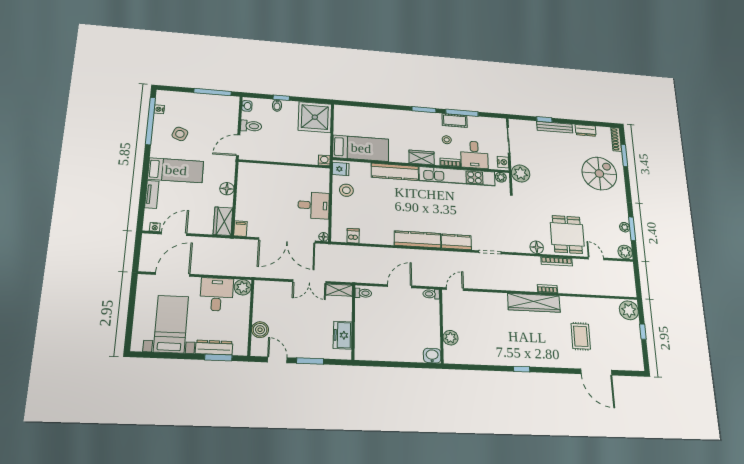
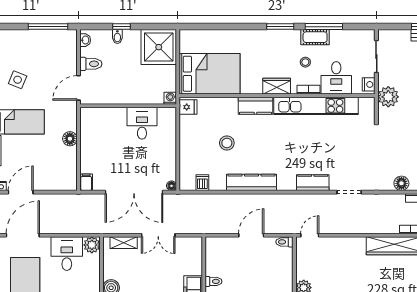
bed: (361, 148) -> (210, 74), width x1.50
kitchen counter: (395, 172) -> (255, 106), width x0.67
plant: (501, 177) -> (365, 103), removed
stool: (346, 190) -> (227, 143), moved
desk: (314, 205) -> (142, 123), moved, turned -90
wardrobe: (223, 221) -> (68, 175), removed
kitchen counter: (417, 239) -> (252, 182), moved
shelving: (339, 290) -> (124, 243), moved
toilet: (363, 293) -> (214, 281), moved

